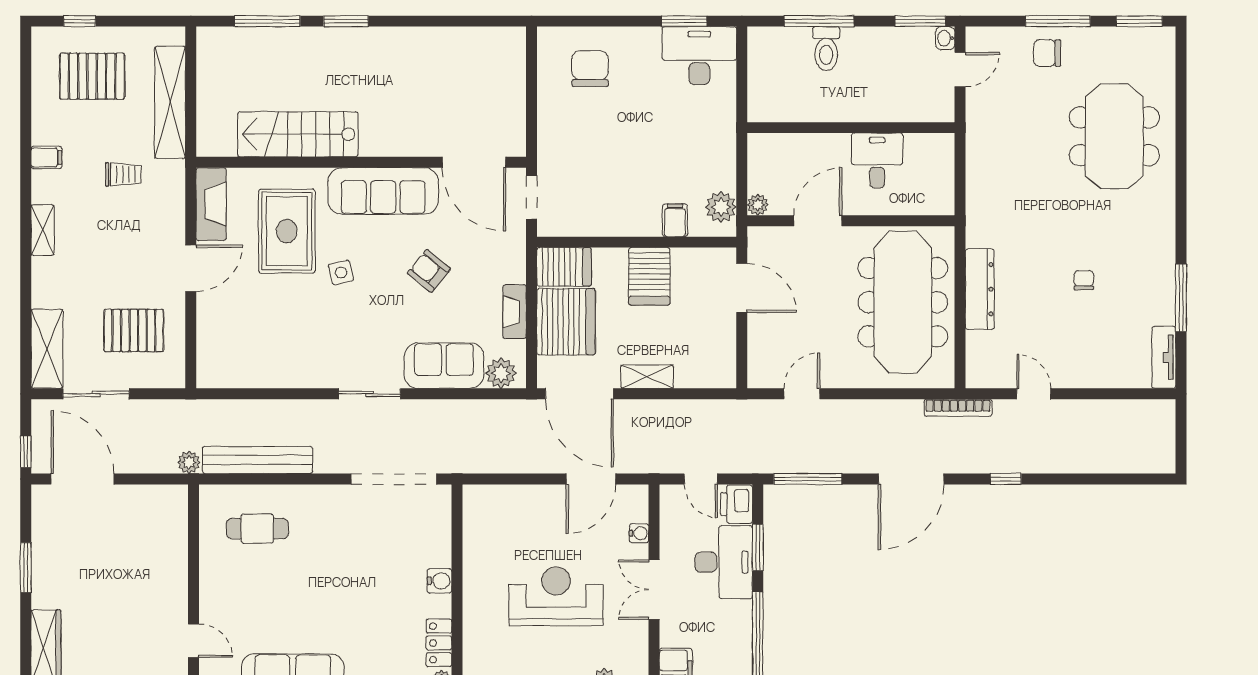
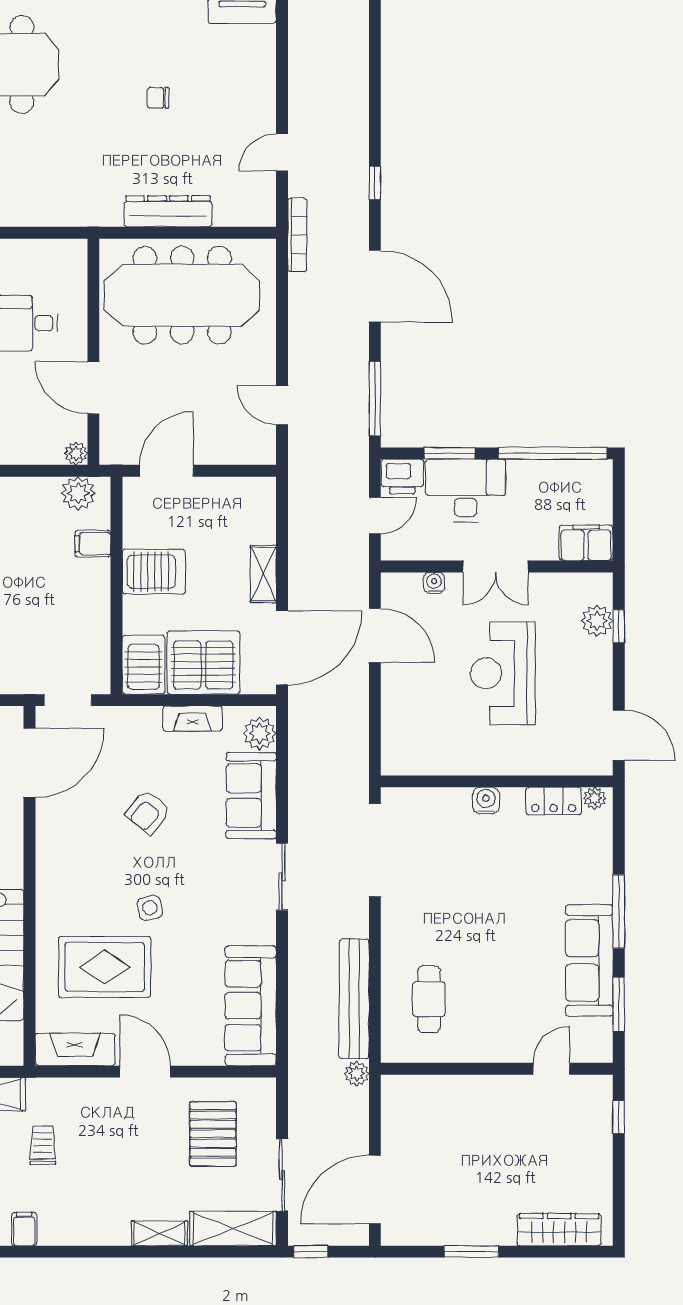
sofa: (383, 191) -> (251, 1006), moved, turned 180
shelving: (43, 230) -> (160, 1233), moved
window: (26, 452) -> (311, 1252), moved

